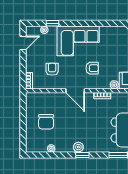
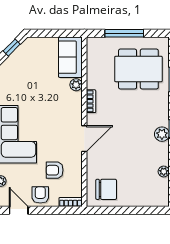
armchair: (92, 68) -> (40, 195), moved
chair: (46, 122) -> (106, 189), moved

